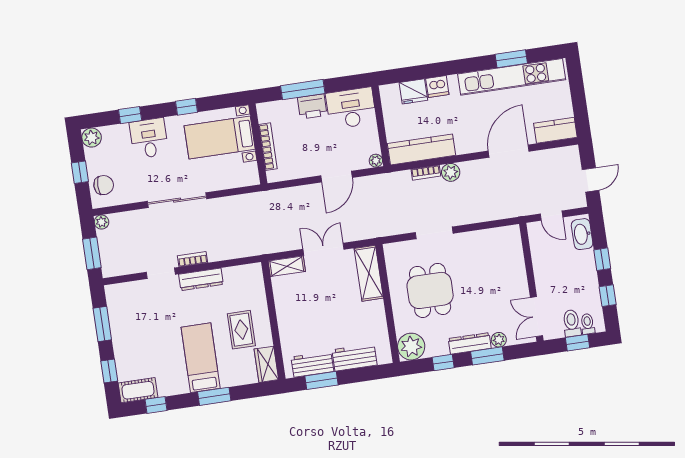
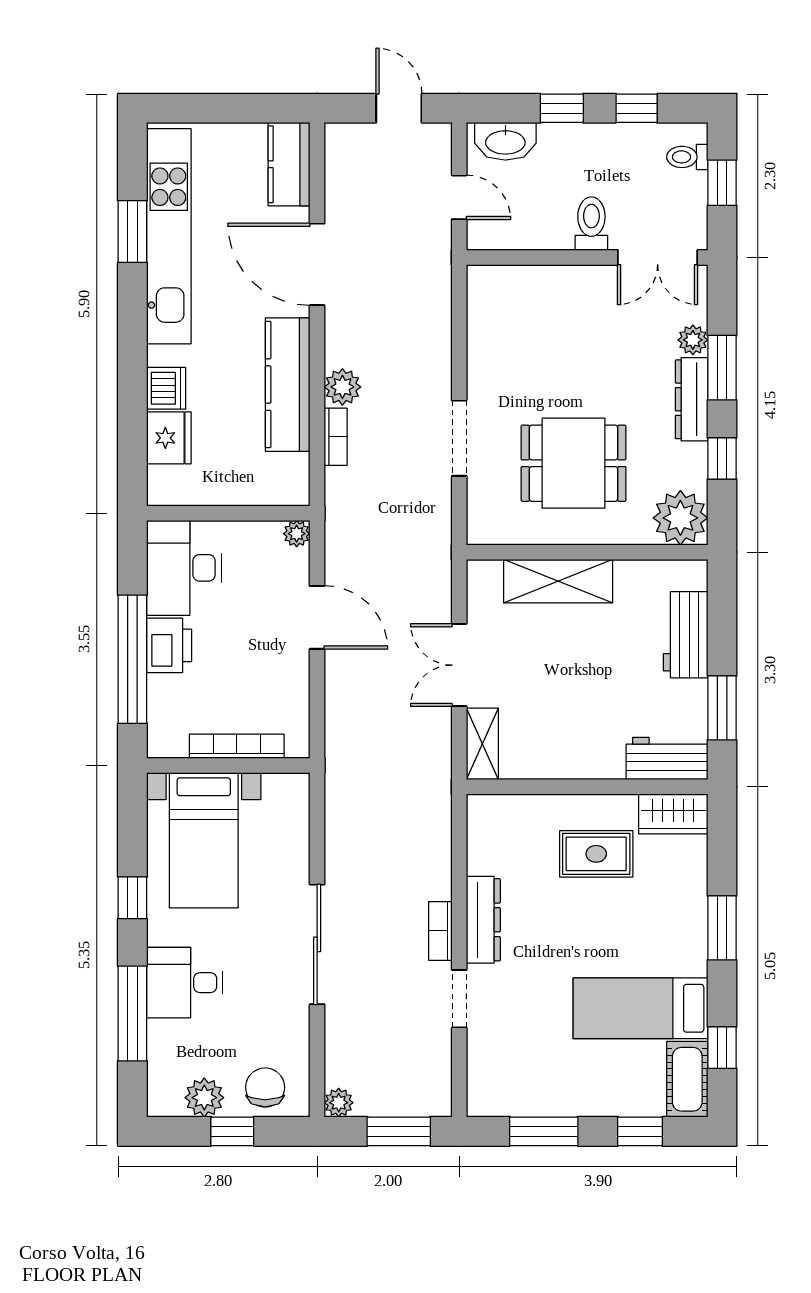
window: (303, 90) -> (132, 659), width x1.46
window: (130, 115) -> (132, 1014), width x2.17
plant: (92, 138) -> (204, 1098), moved
kitchen counter: (422, 149) -> (288, 385), moved
door: (551, 216) -> (459, 197), hinge flipped
shelving: (369, 273) -> (558, 581), moved
toilet: (572, 323) -> (591, 224), moved, turned 90
bed: (201, 358) -> (641, 1008), moved
workbench: (312, 364) -> (667, 759), moved, turned 90

